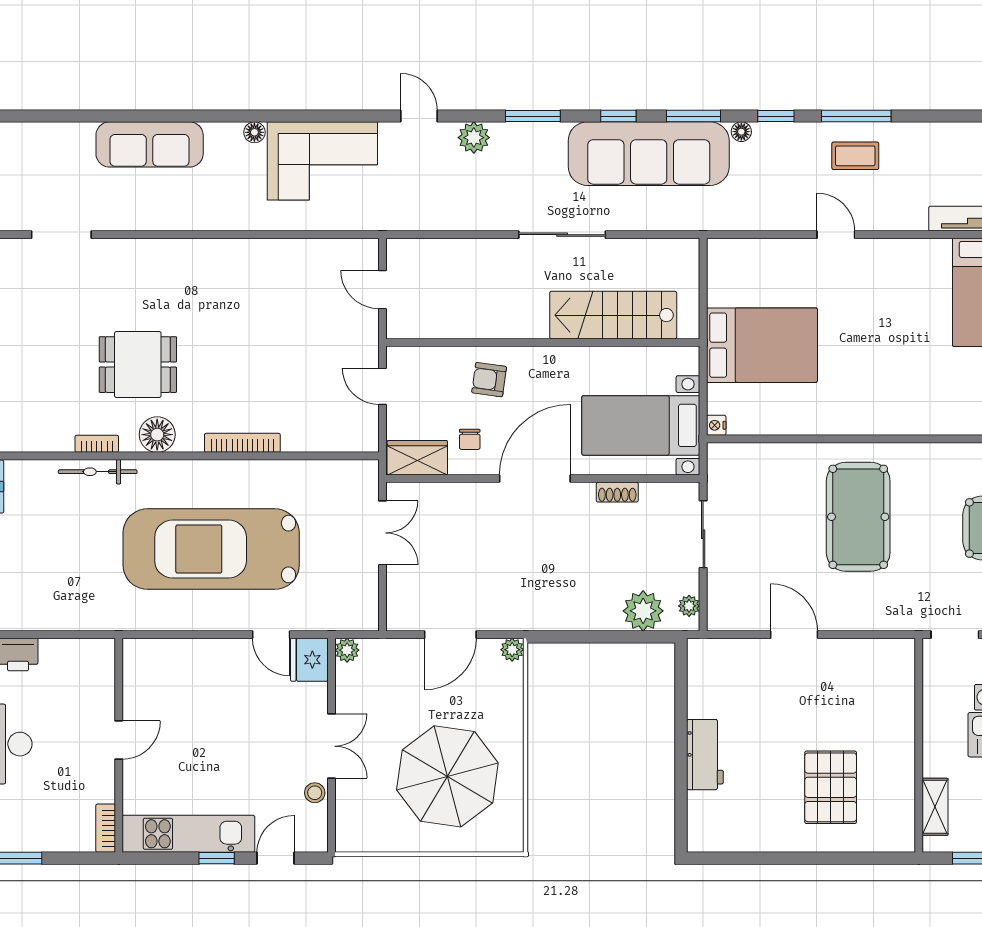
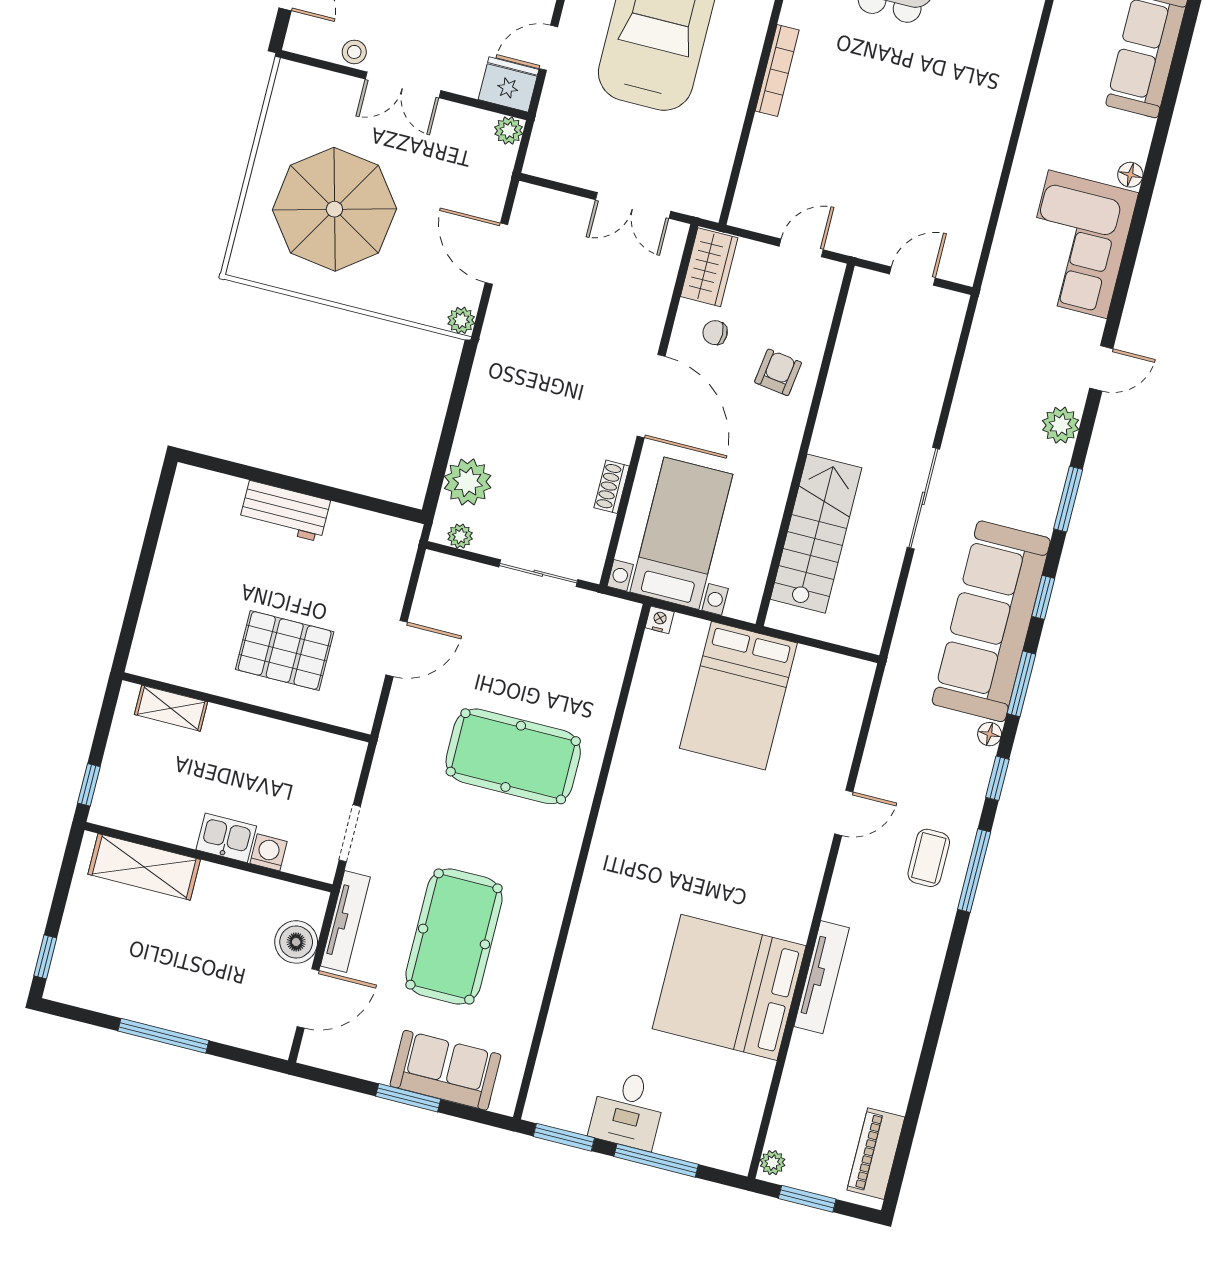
wall: (919, 745) -> (246, 707), moved
pallet: (831, 787) -> (285, 651), moved
shelving: (935, 807) -> (171, 708), moved

